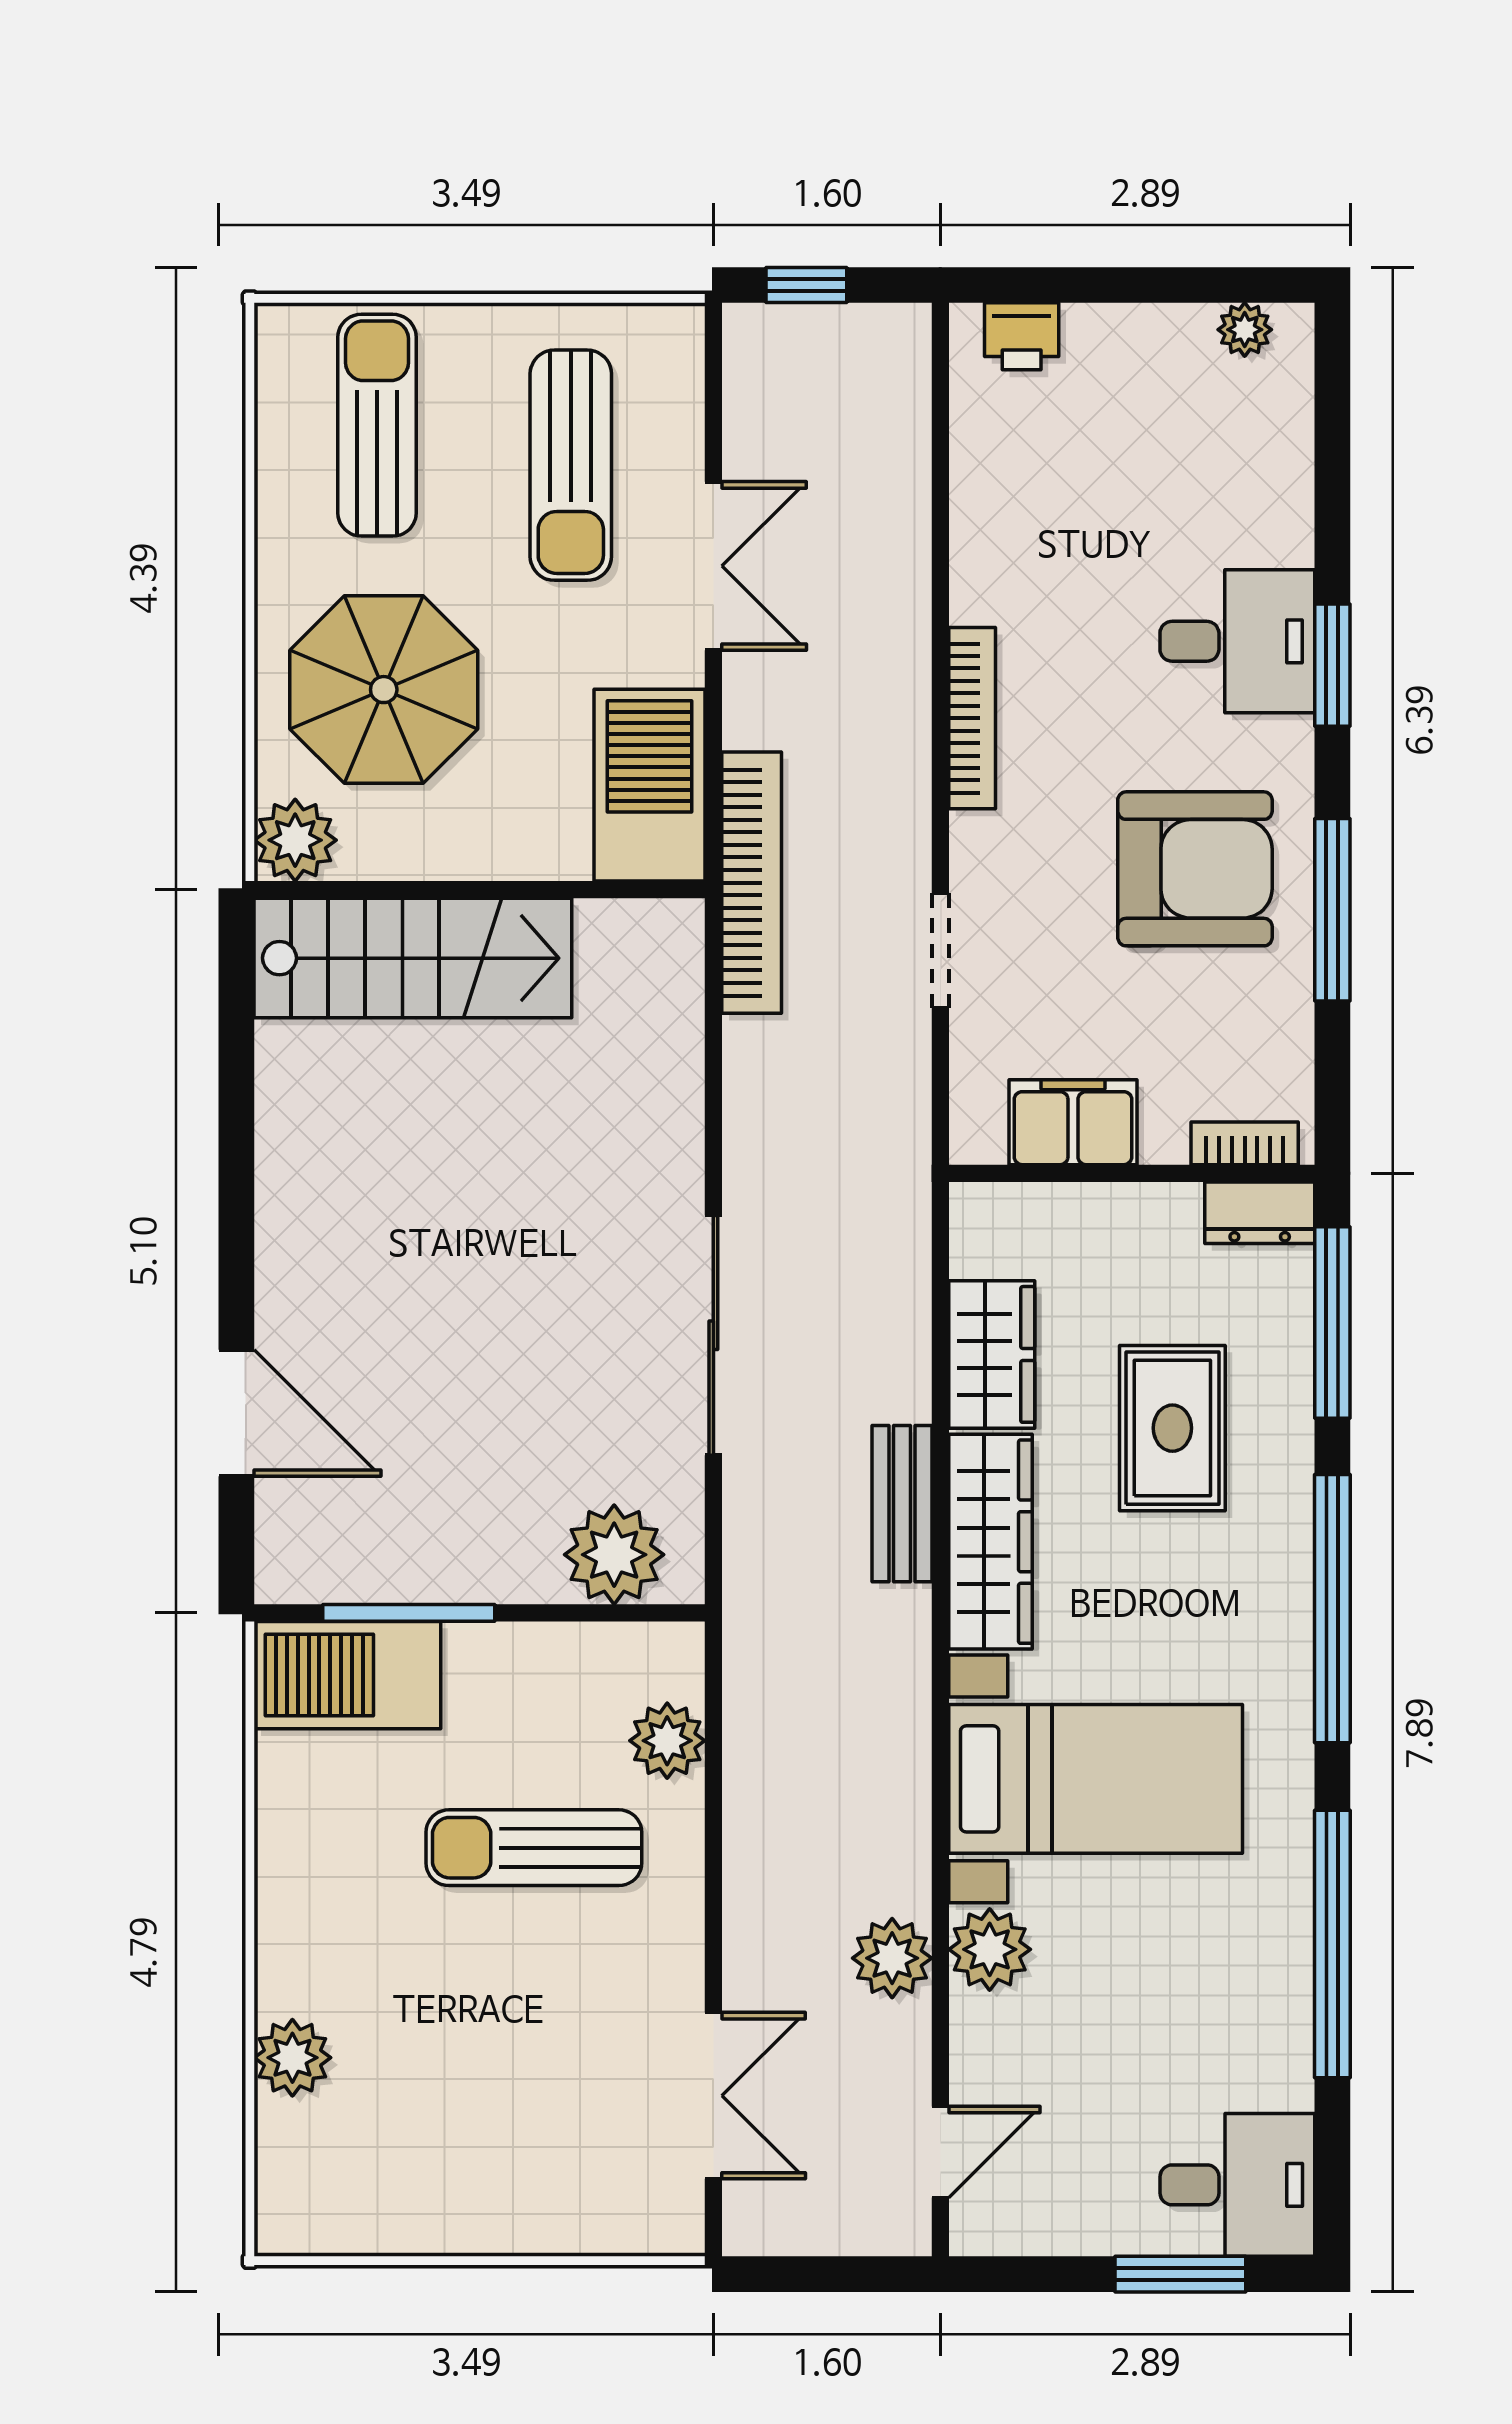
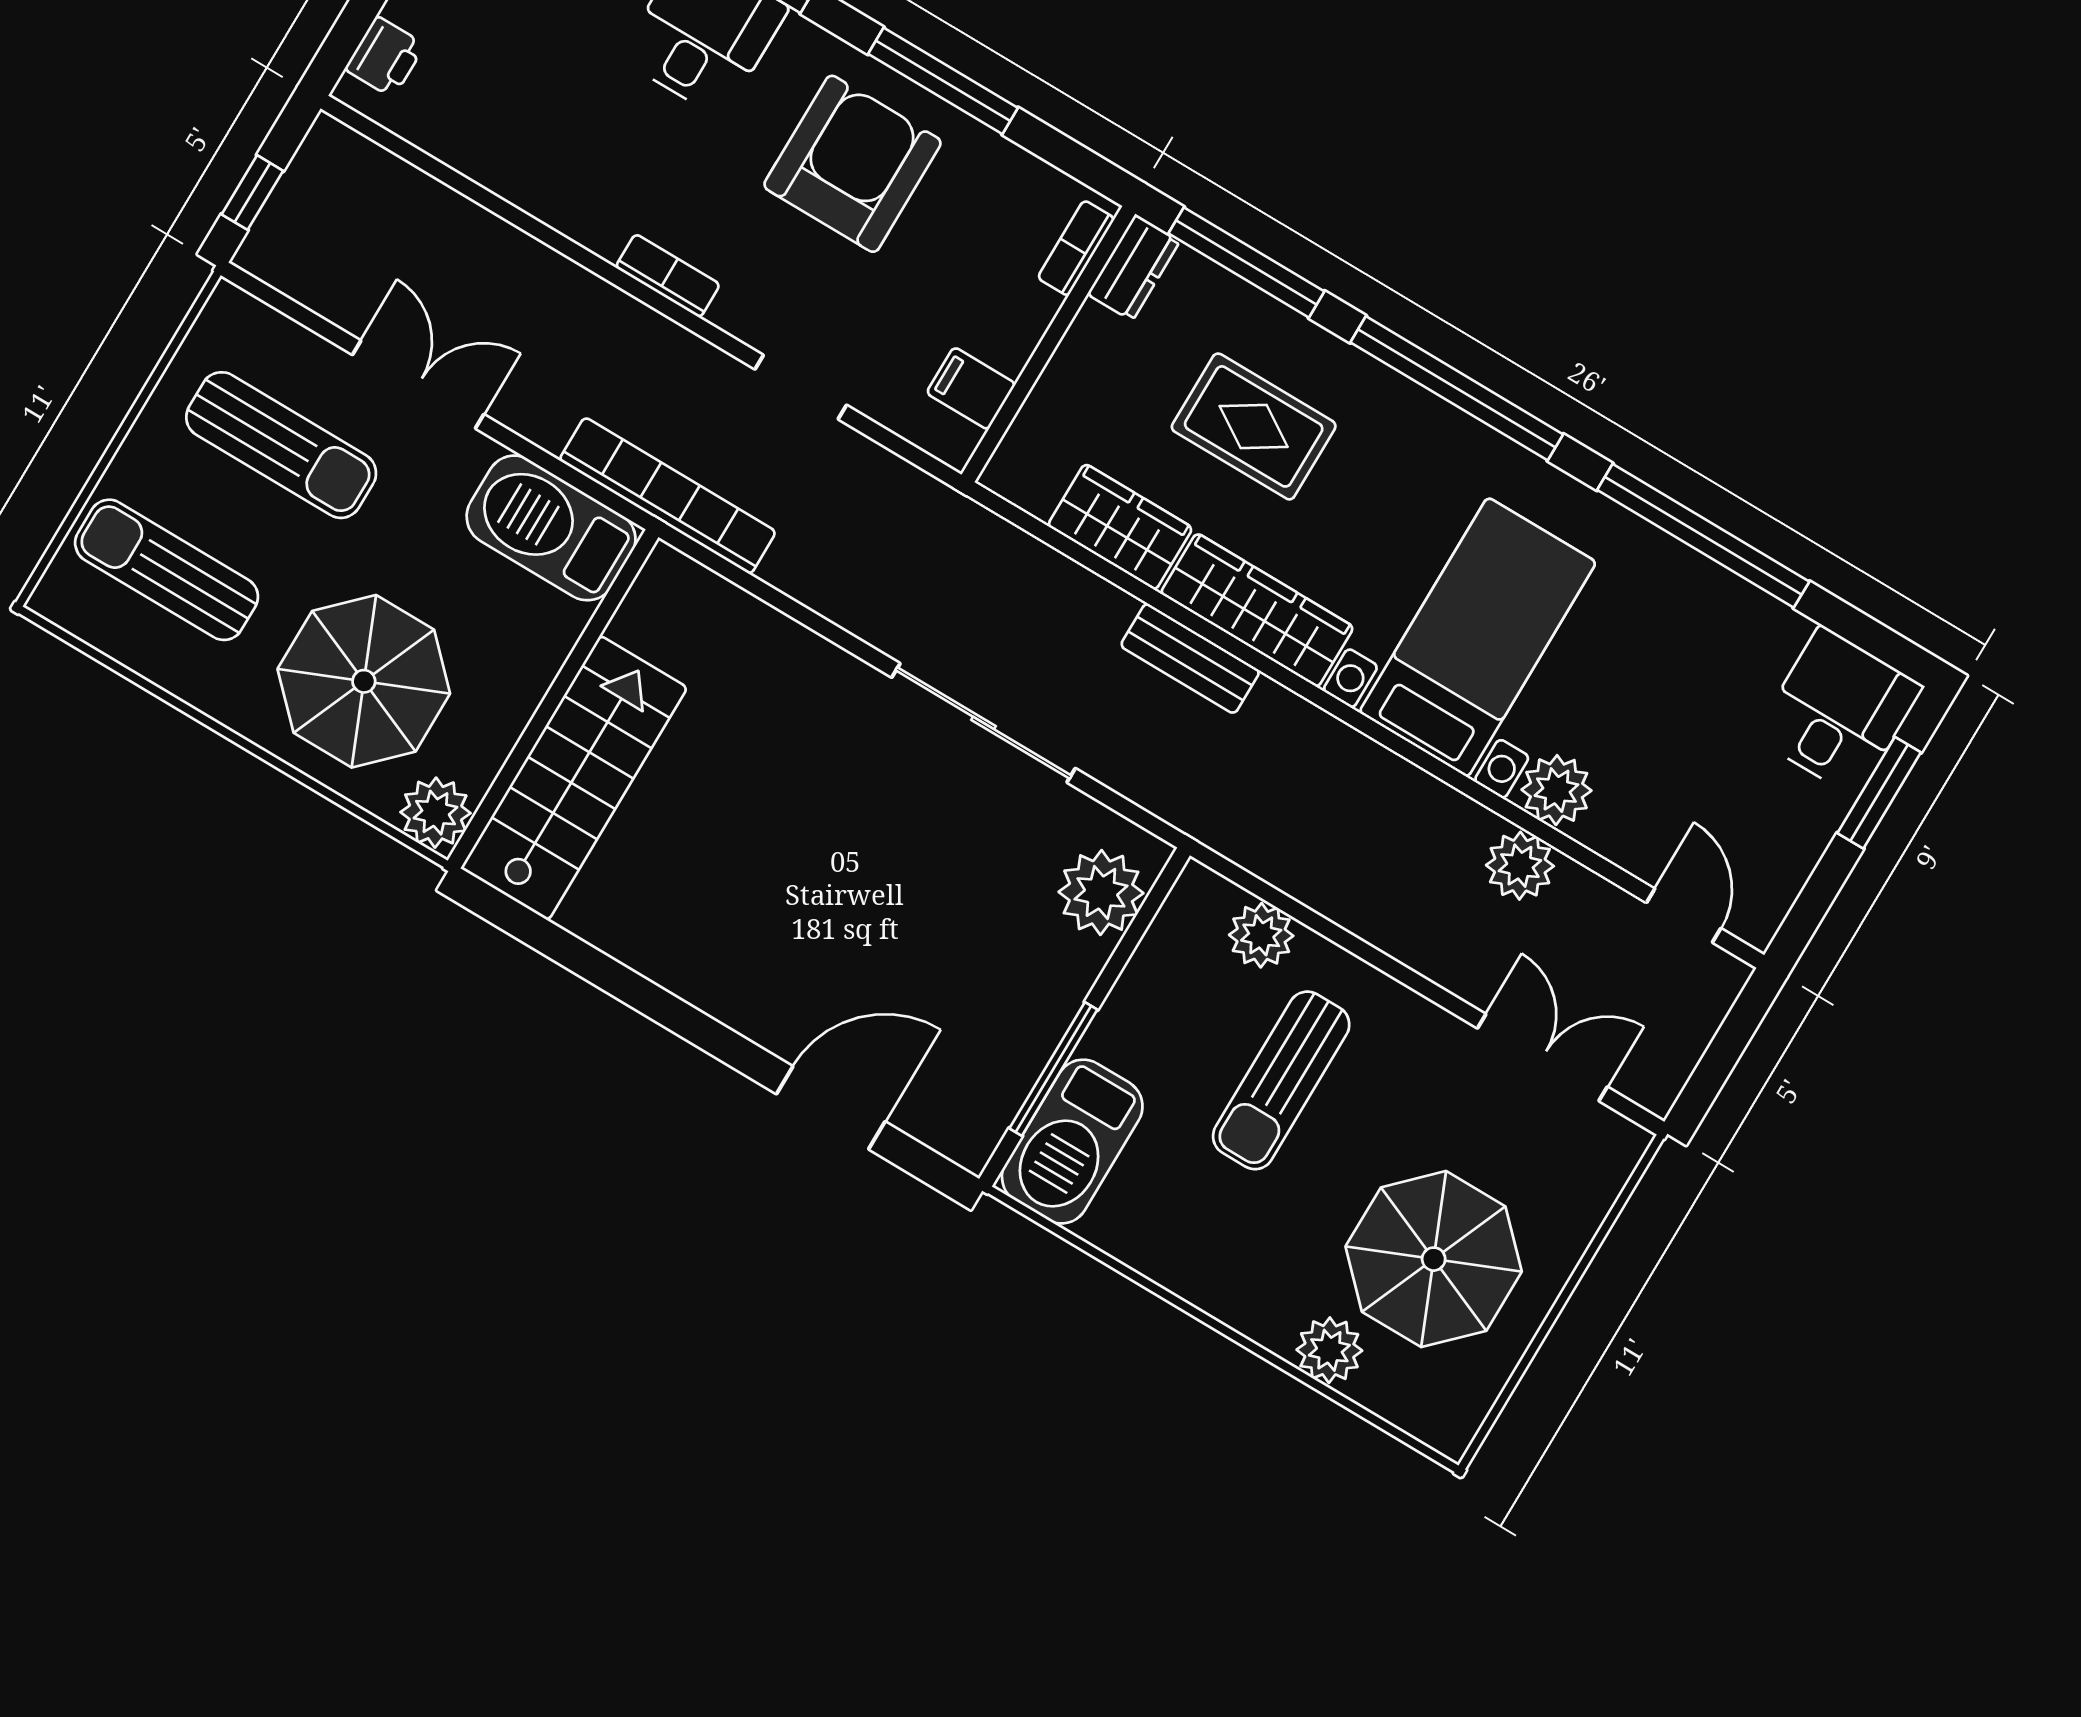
bookcase: (972, 718) -> (668, 276), width x0.64
filing cabinet: (1073, 1122) -> (971, 388), width x0.50
parasol: (446, 2108) -> (1434, 1259), added

